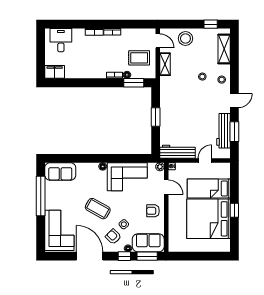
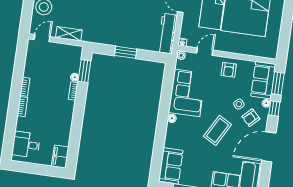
rug: (139, 58) -> (58, 61), removed

